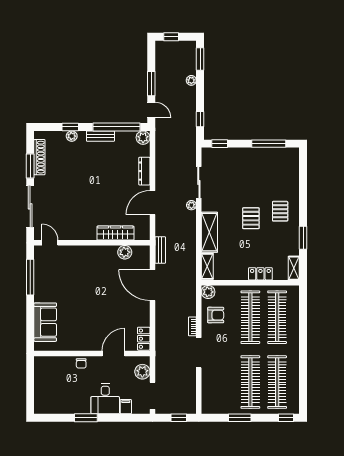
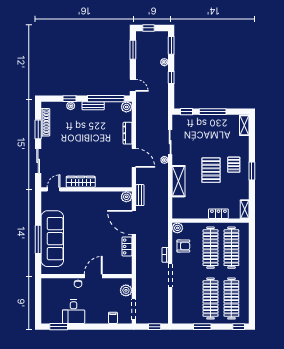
window: (151, 84) -> (133, 50), moved
window: (200, 119) -> (171, 78), moved
window: (269, 144) -> (213, 112), moved
door: (152, 203) -> (134, 158), swing flipped
sliding door: (30, 206) -> (38, 161), width x0.73
pallet: (251, 218) -> (211, 170), width x1.50, depth x1.42
wardrobe: (115, 233) -> (81, 182), moved
window: (303, 238) -> (252, 171), moved
door: (50, 243) -> (54, 189), hinge flipped
plant: (125, 252) -> (126, 197), moved
shelving: (207, 266) -> (244, 125), moved
window: (30, 277) -> (38, 239), moved
sofa: (45, 322) -> (52, 239), width x1.85, depth x1.27
locker: (144, 339) -> (127, 246), moved
door: (113, 353) -> (93, 276), moved
desk: (105, 399) -> (74, 312), moved
window: (86, 418) -> (59, 327), moved

